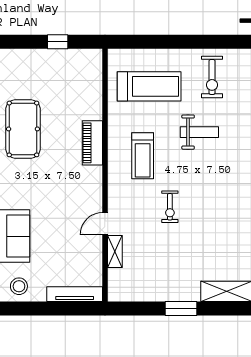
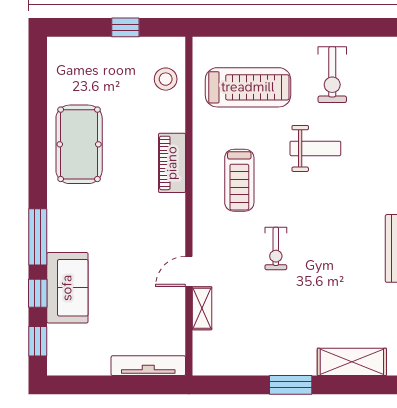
stool: (19, 286) -> (166, 79), moved

